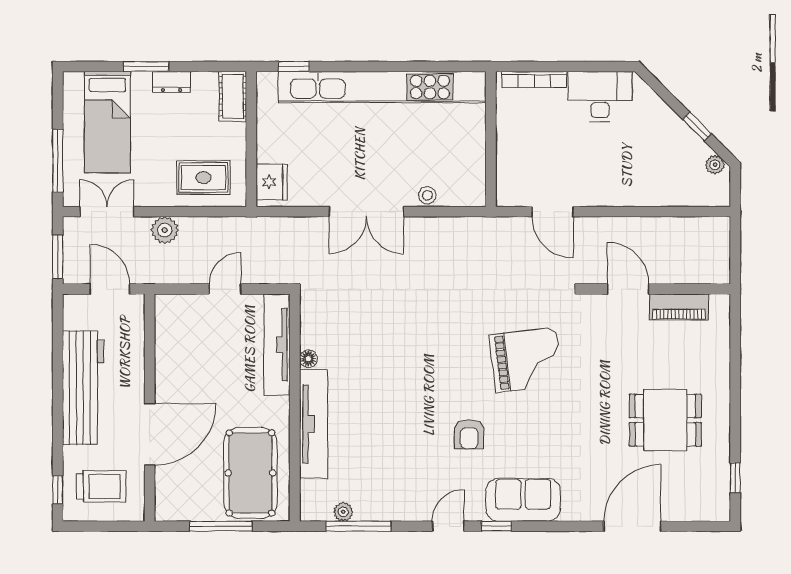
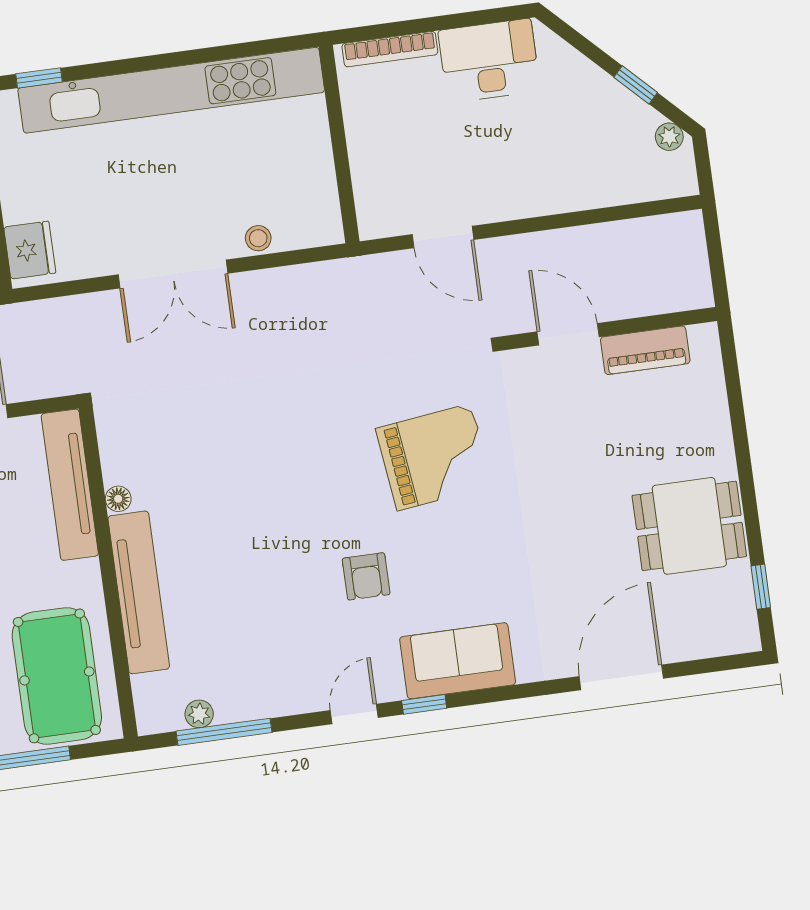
dining table: (665, 420) -> (689, 526), moved

